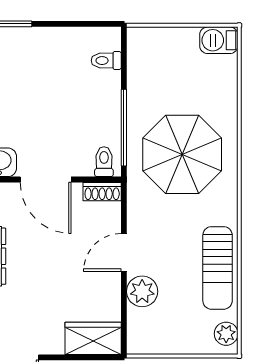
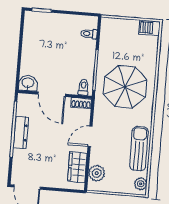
sun lounger: (218, 268) -> (139, 149), turned 180
plant: (142, 291) -> (97, 173), moved
wardrobe: (93, 338) -> (77, 167), moved, turned -90

